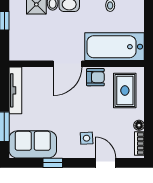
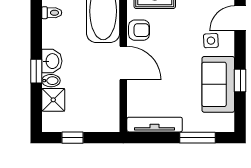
armchair: (95, 77) -> (139, 30), turned 90
sofa: (33, 144) -> (218, 84), moved

